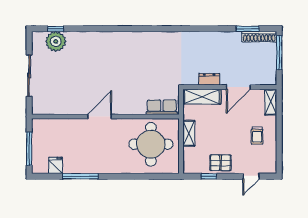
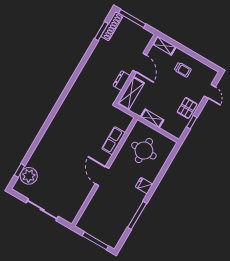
row of seats: (162, 107) -> (114, 141), moved
round table: (151, 144) -> (144, 151), width x0.73, depth x0.73
fridge: (56, 165) -> (144, 186), moved

